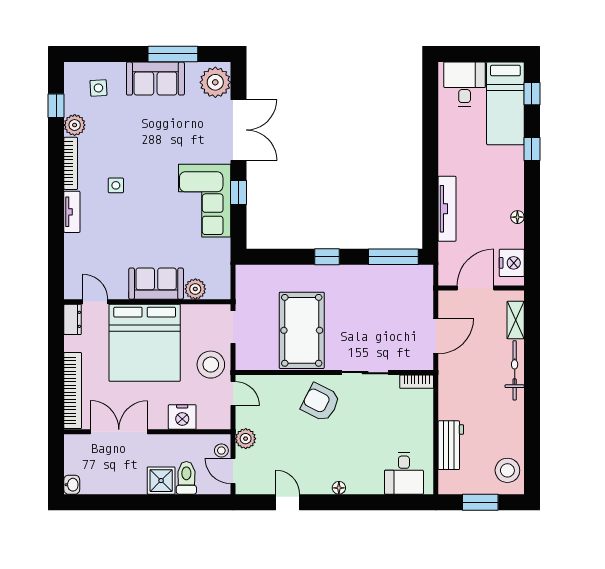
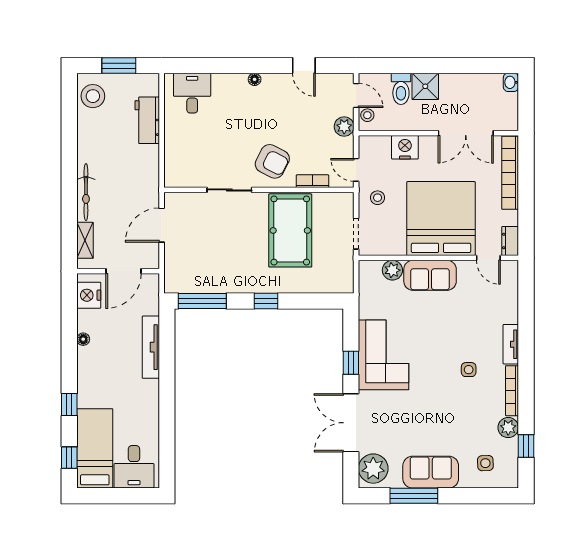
stool: (211, 365) -> (378, 198), width x0.53, depth x0.53
bookcase: (417, 382) -> (312, 181), moved

